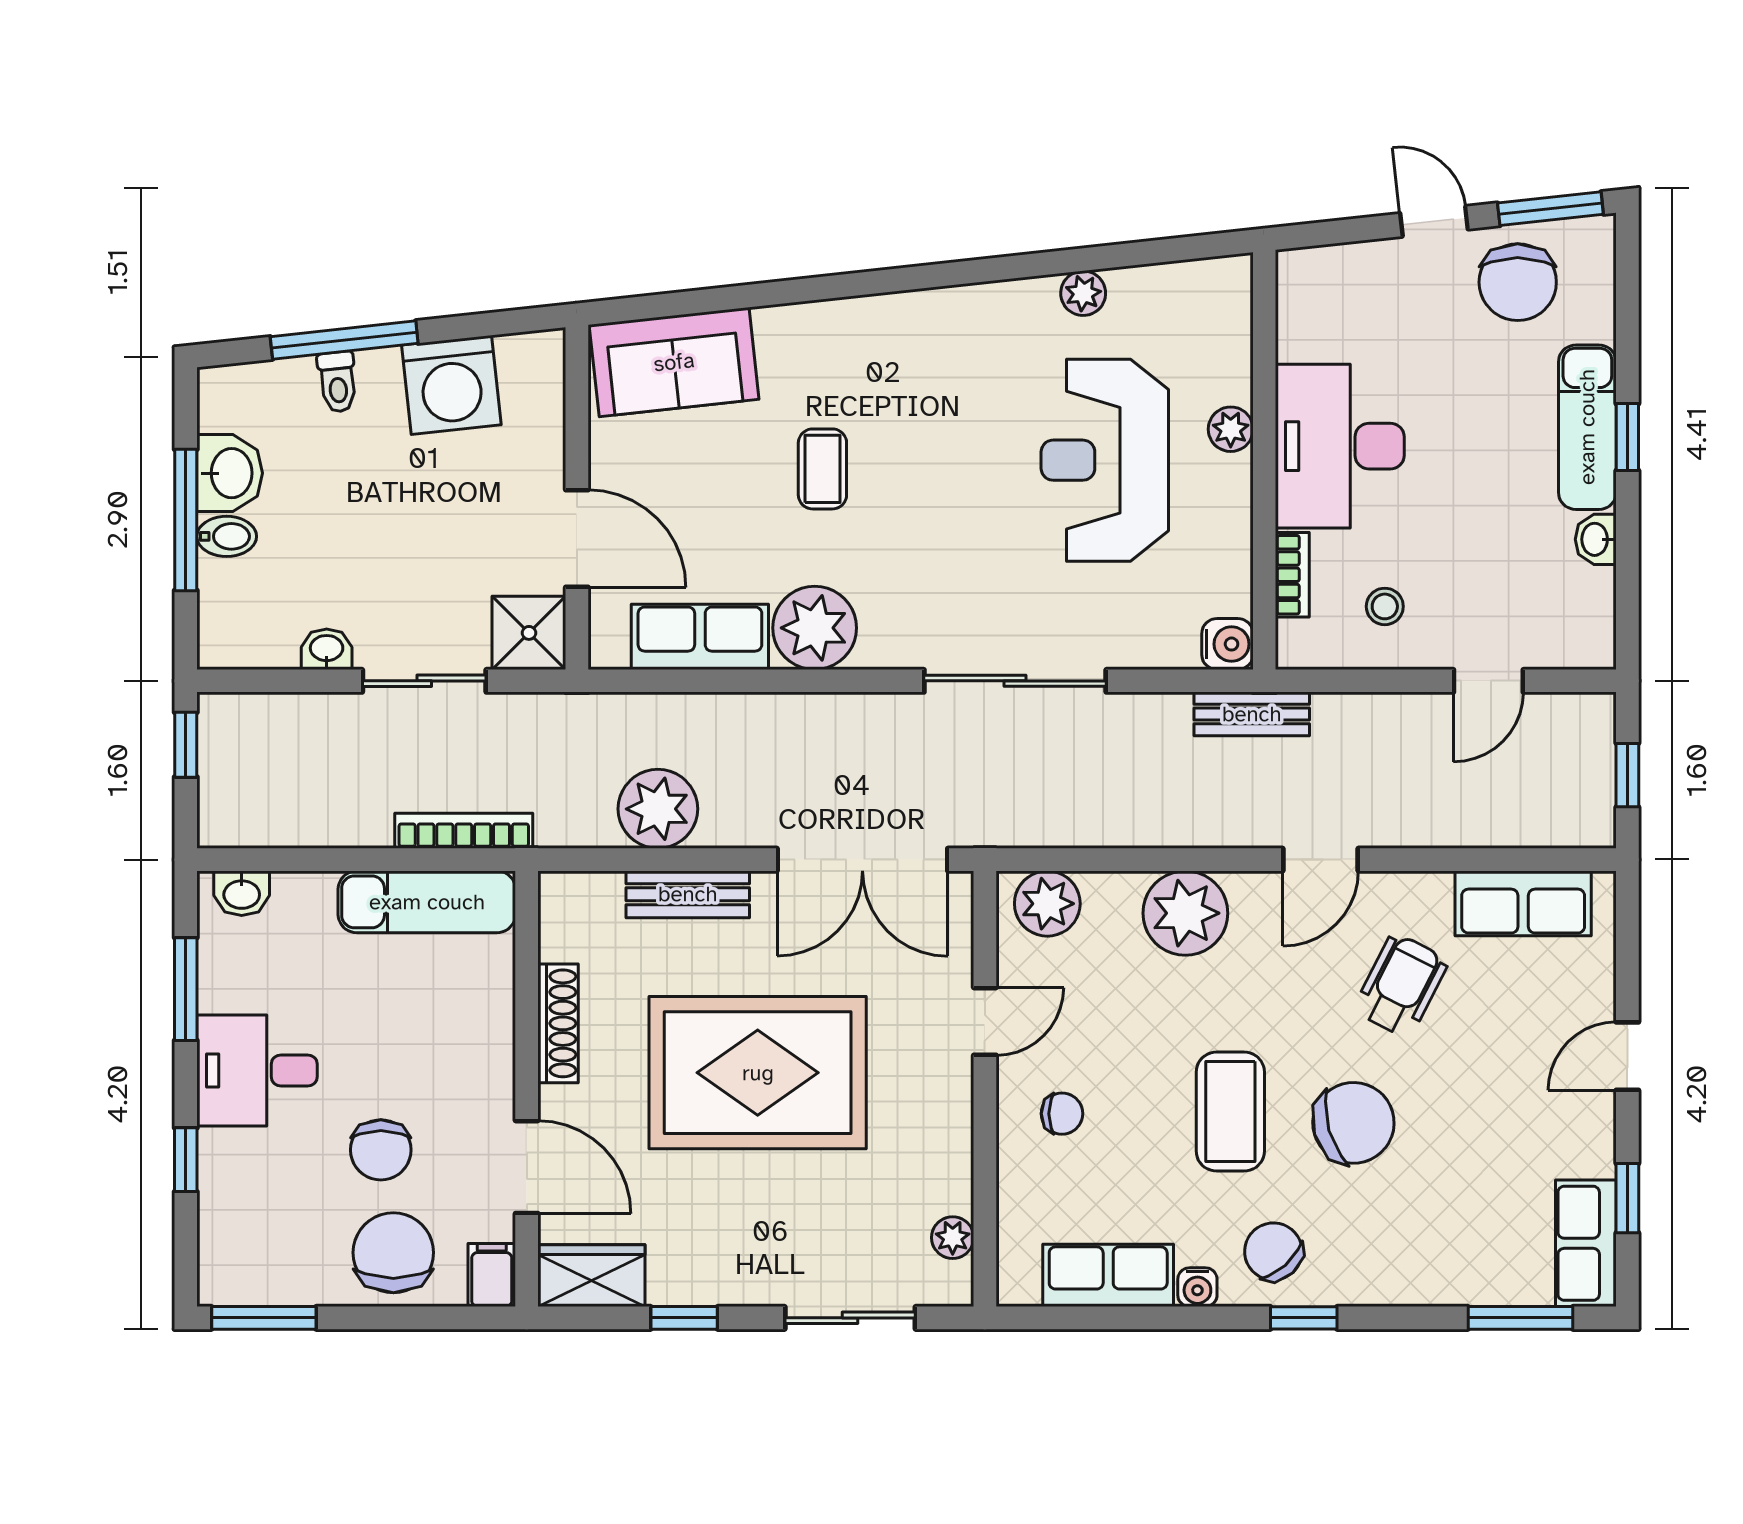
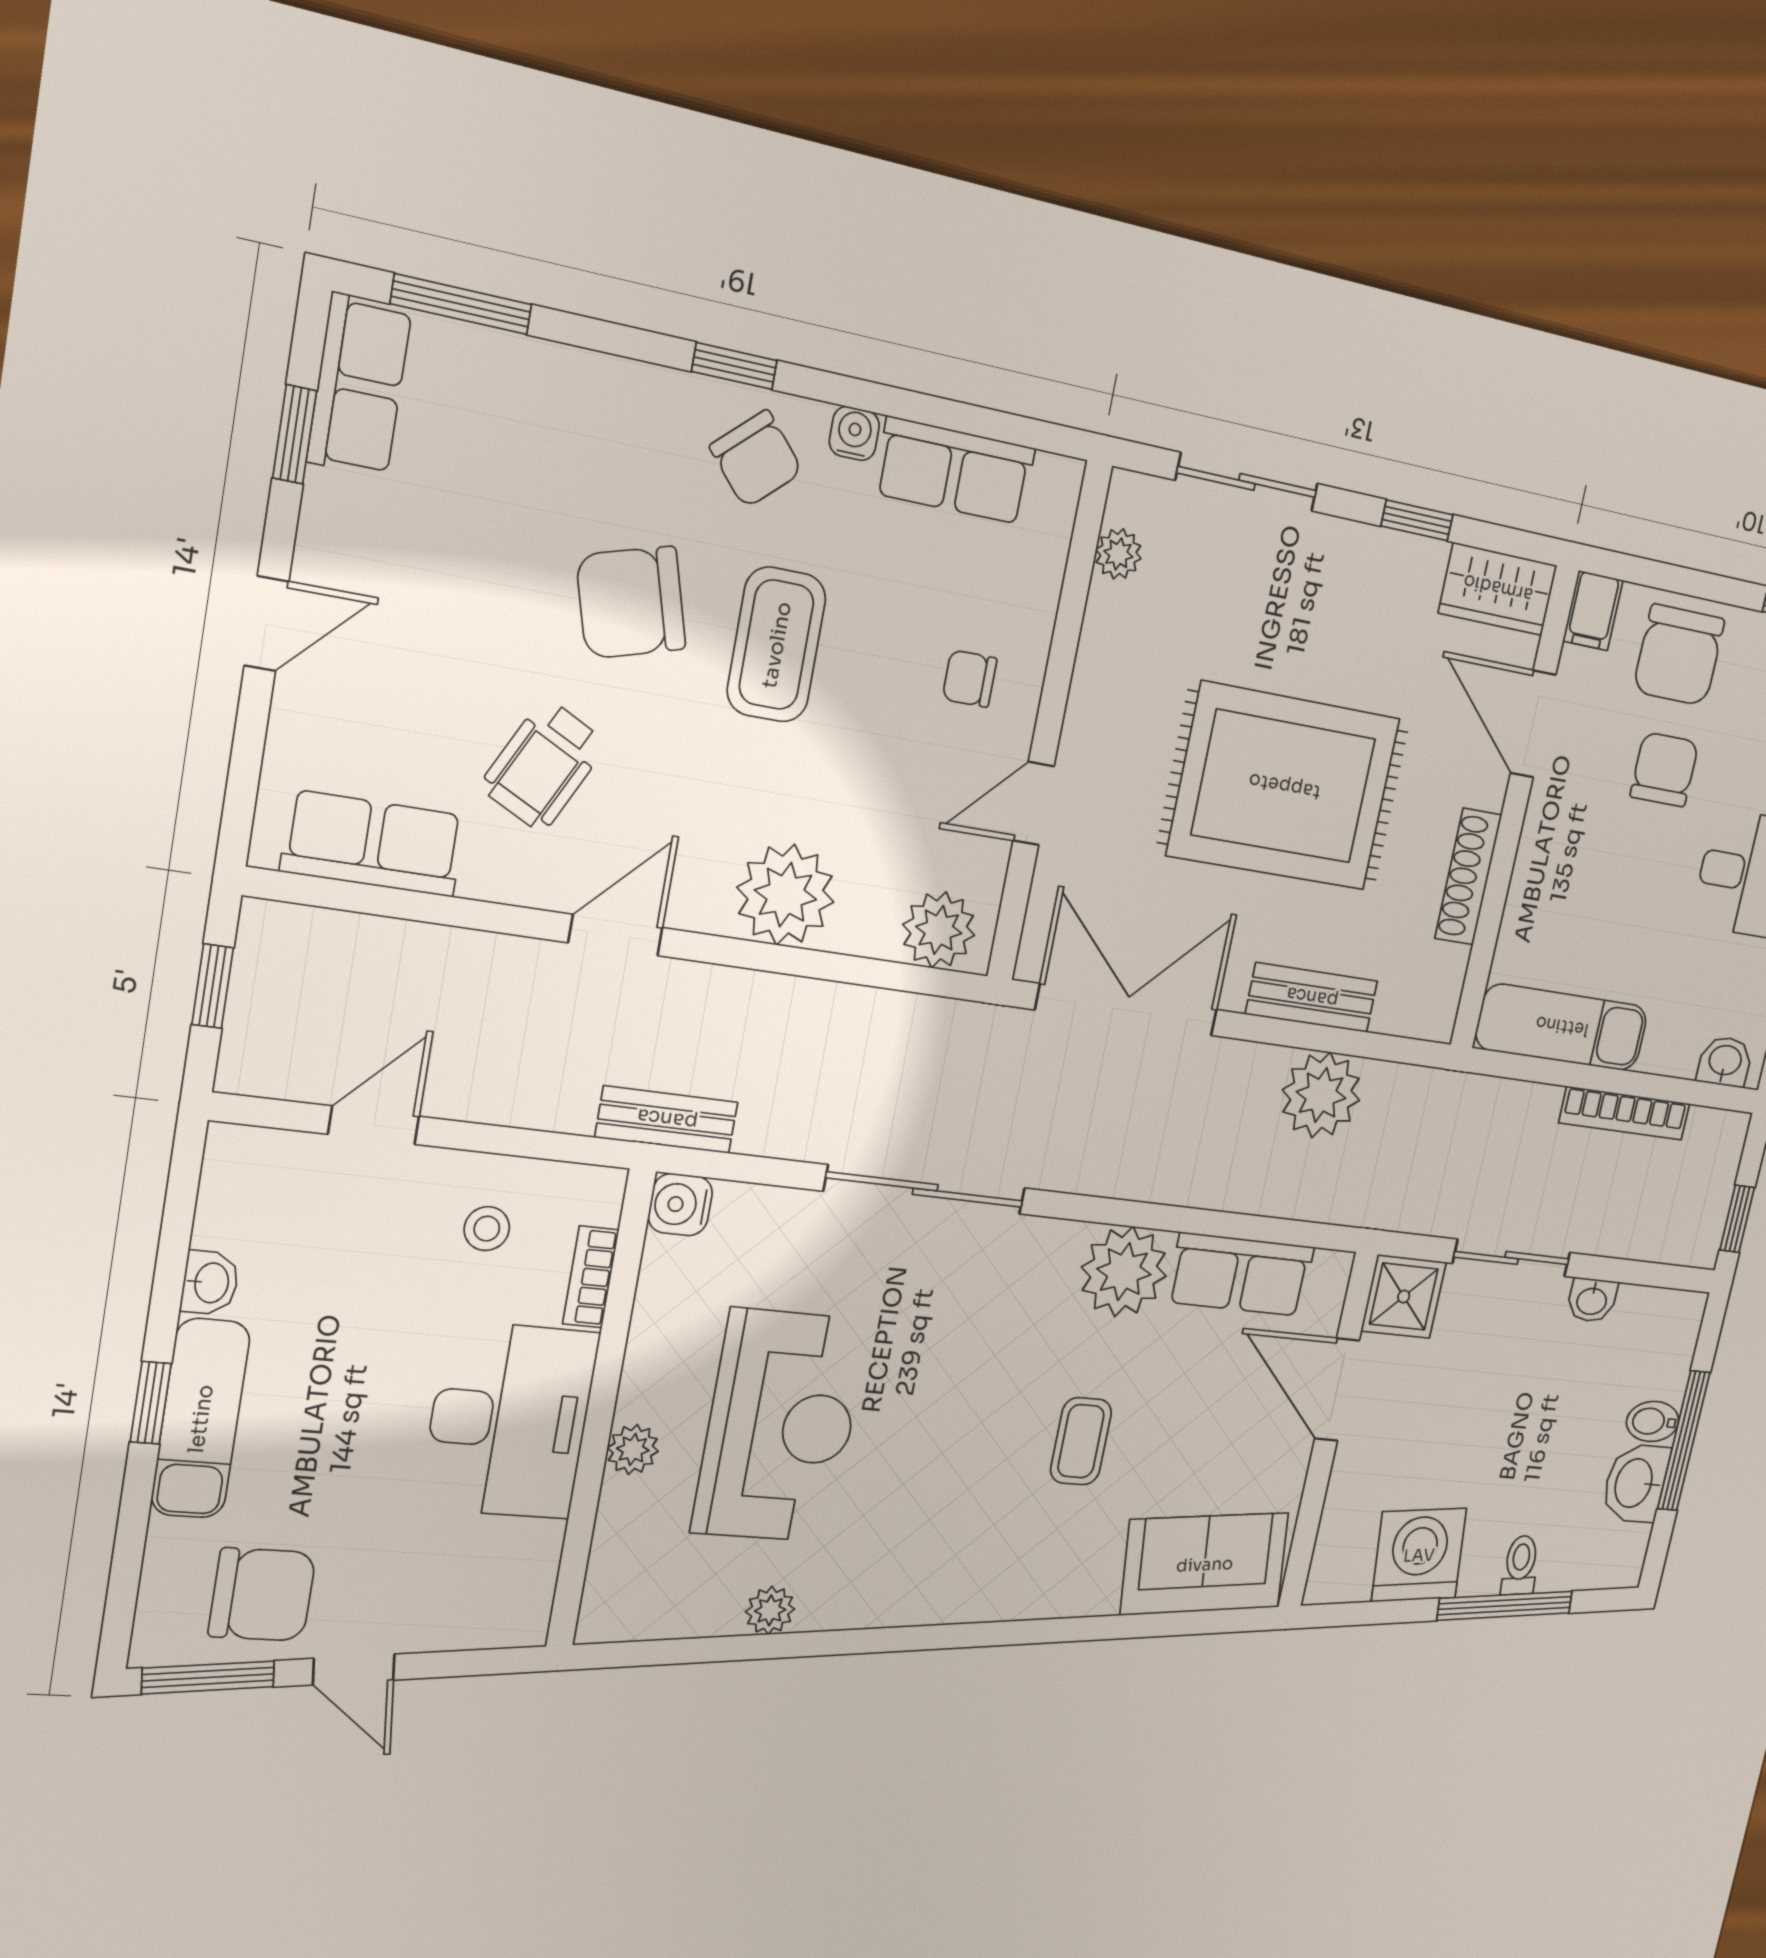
chair: (1518, 282) -> (262, 1595), turned 90
bookcase: (464, 831) -> (1625, 1113), moved

